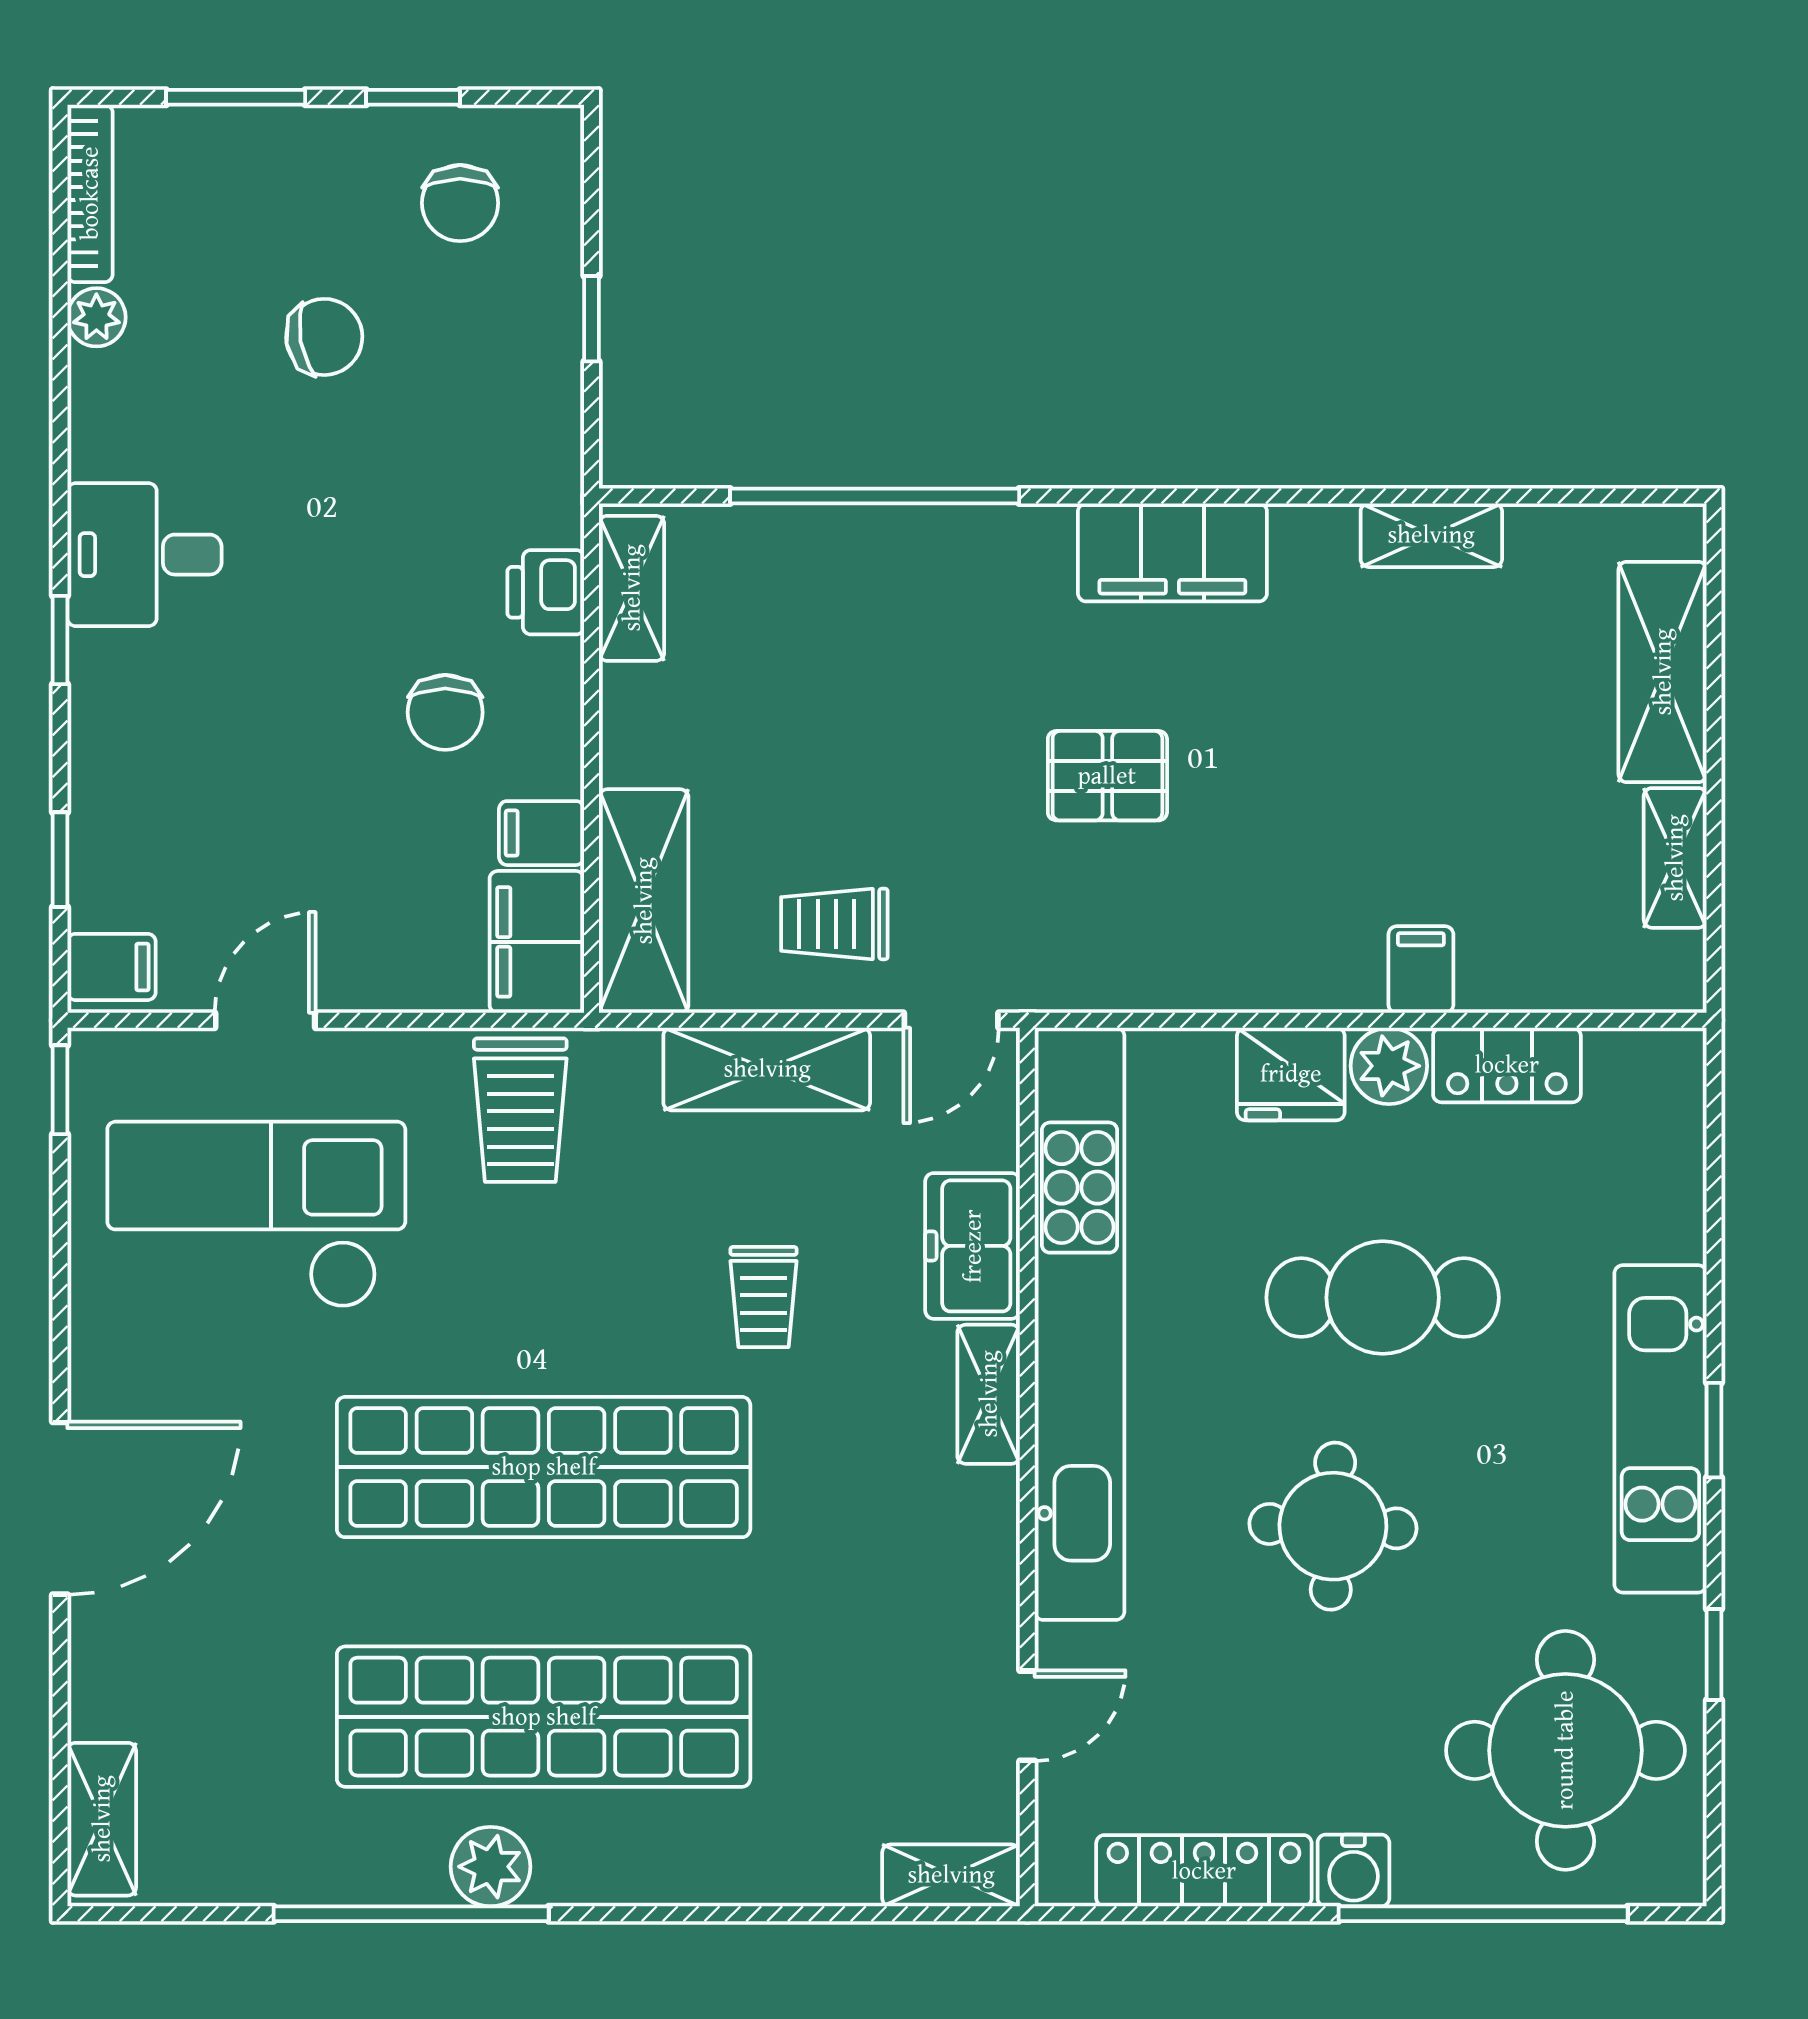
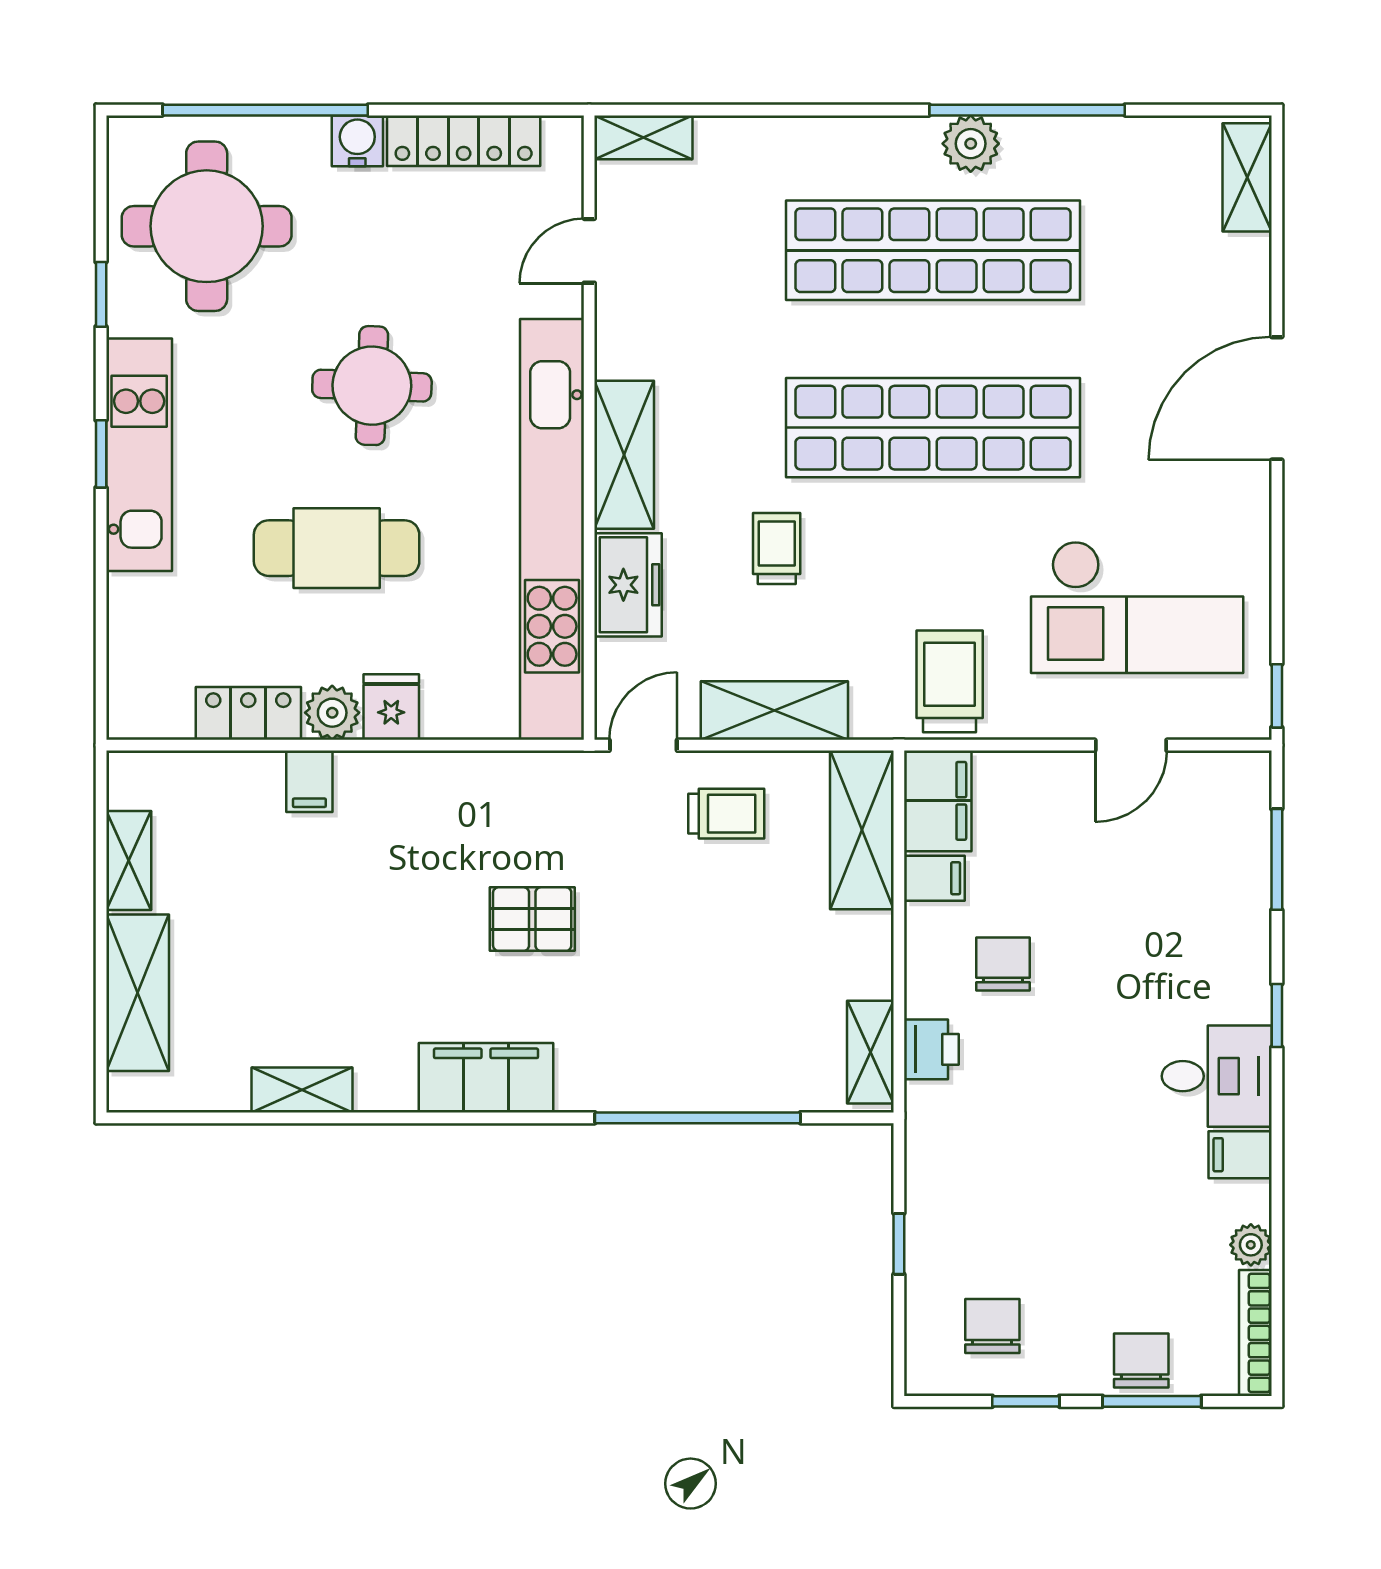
chair: (324, 337) -> (1141, 1360), moved, turned 100
window: (60, 860) -> (1277, 859), width x1.50
filing cabinet: (111, 967) -> (1240, 1155), moved
fridge: (1291, 1074) -> (391, 707), width x0.72
shelving: (989, 1394) -> (624, 455), width x1.50, depth x1.33

